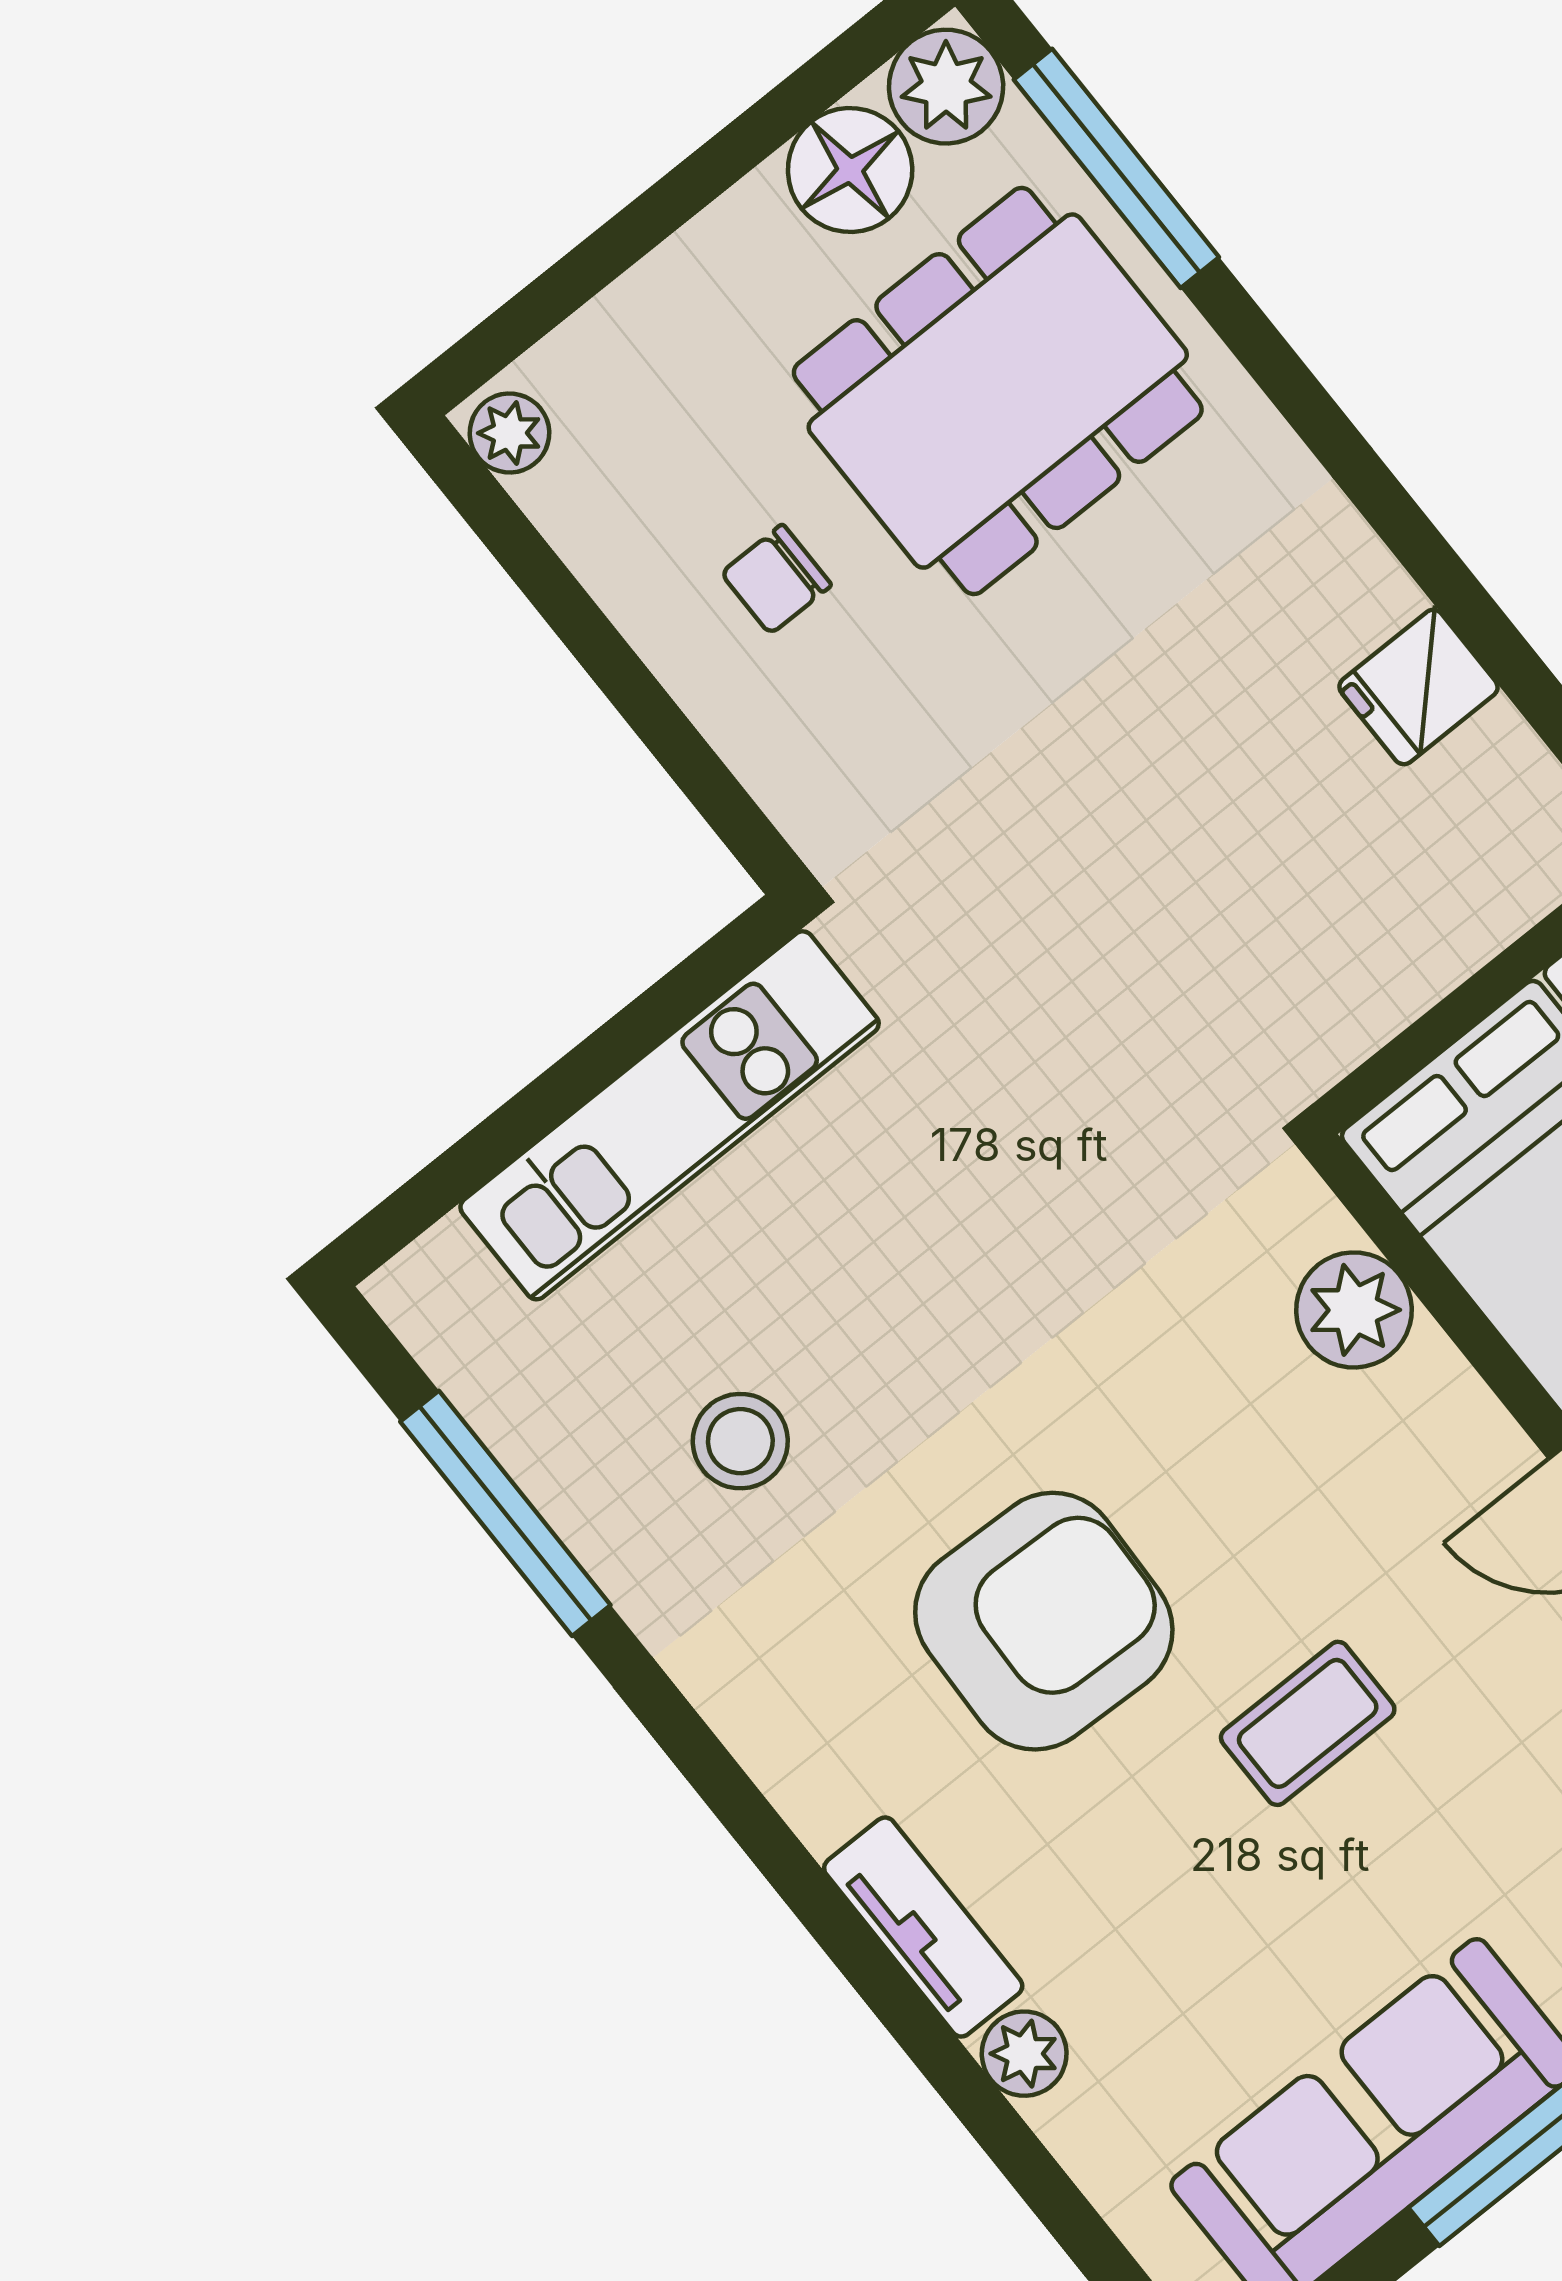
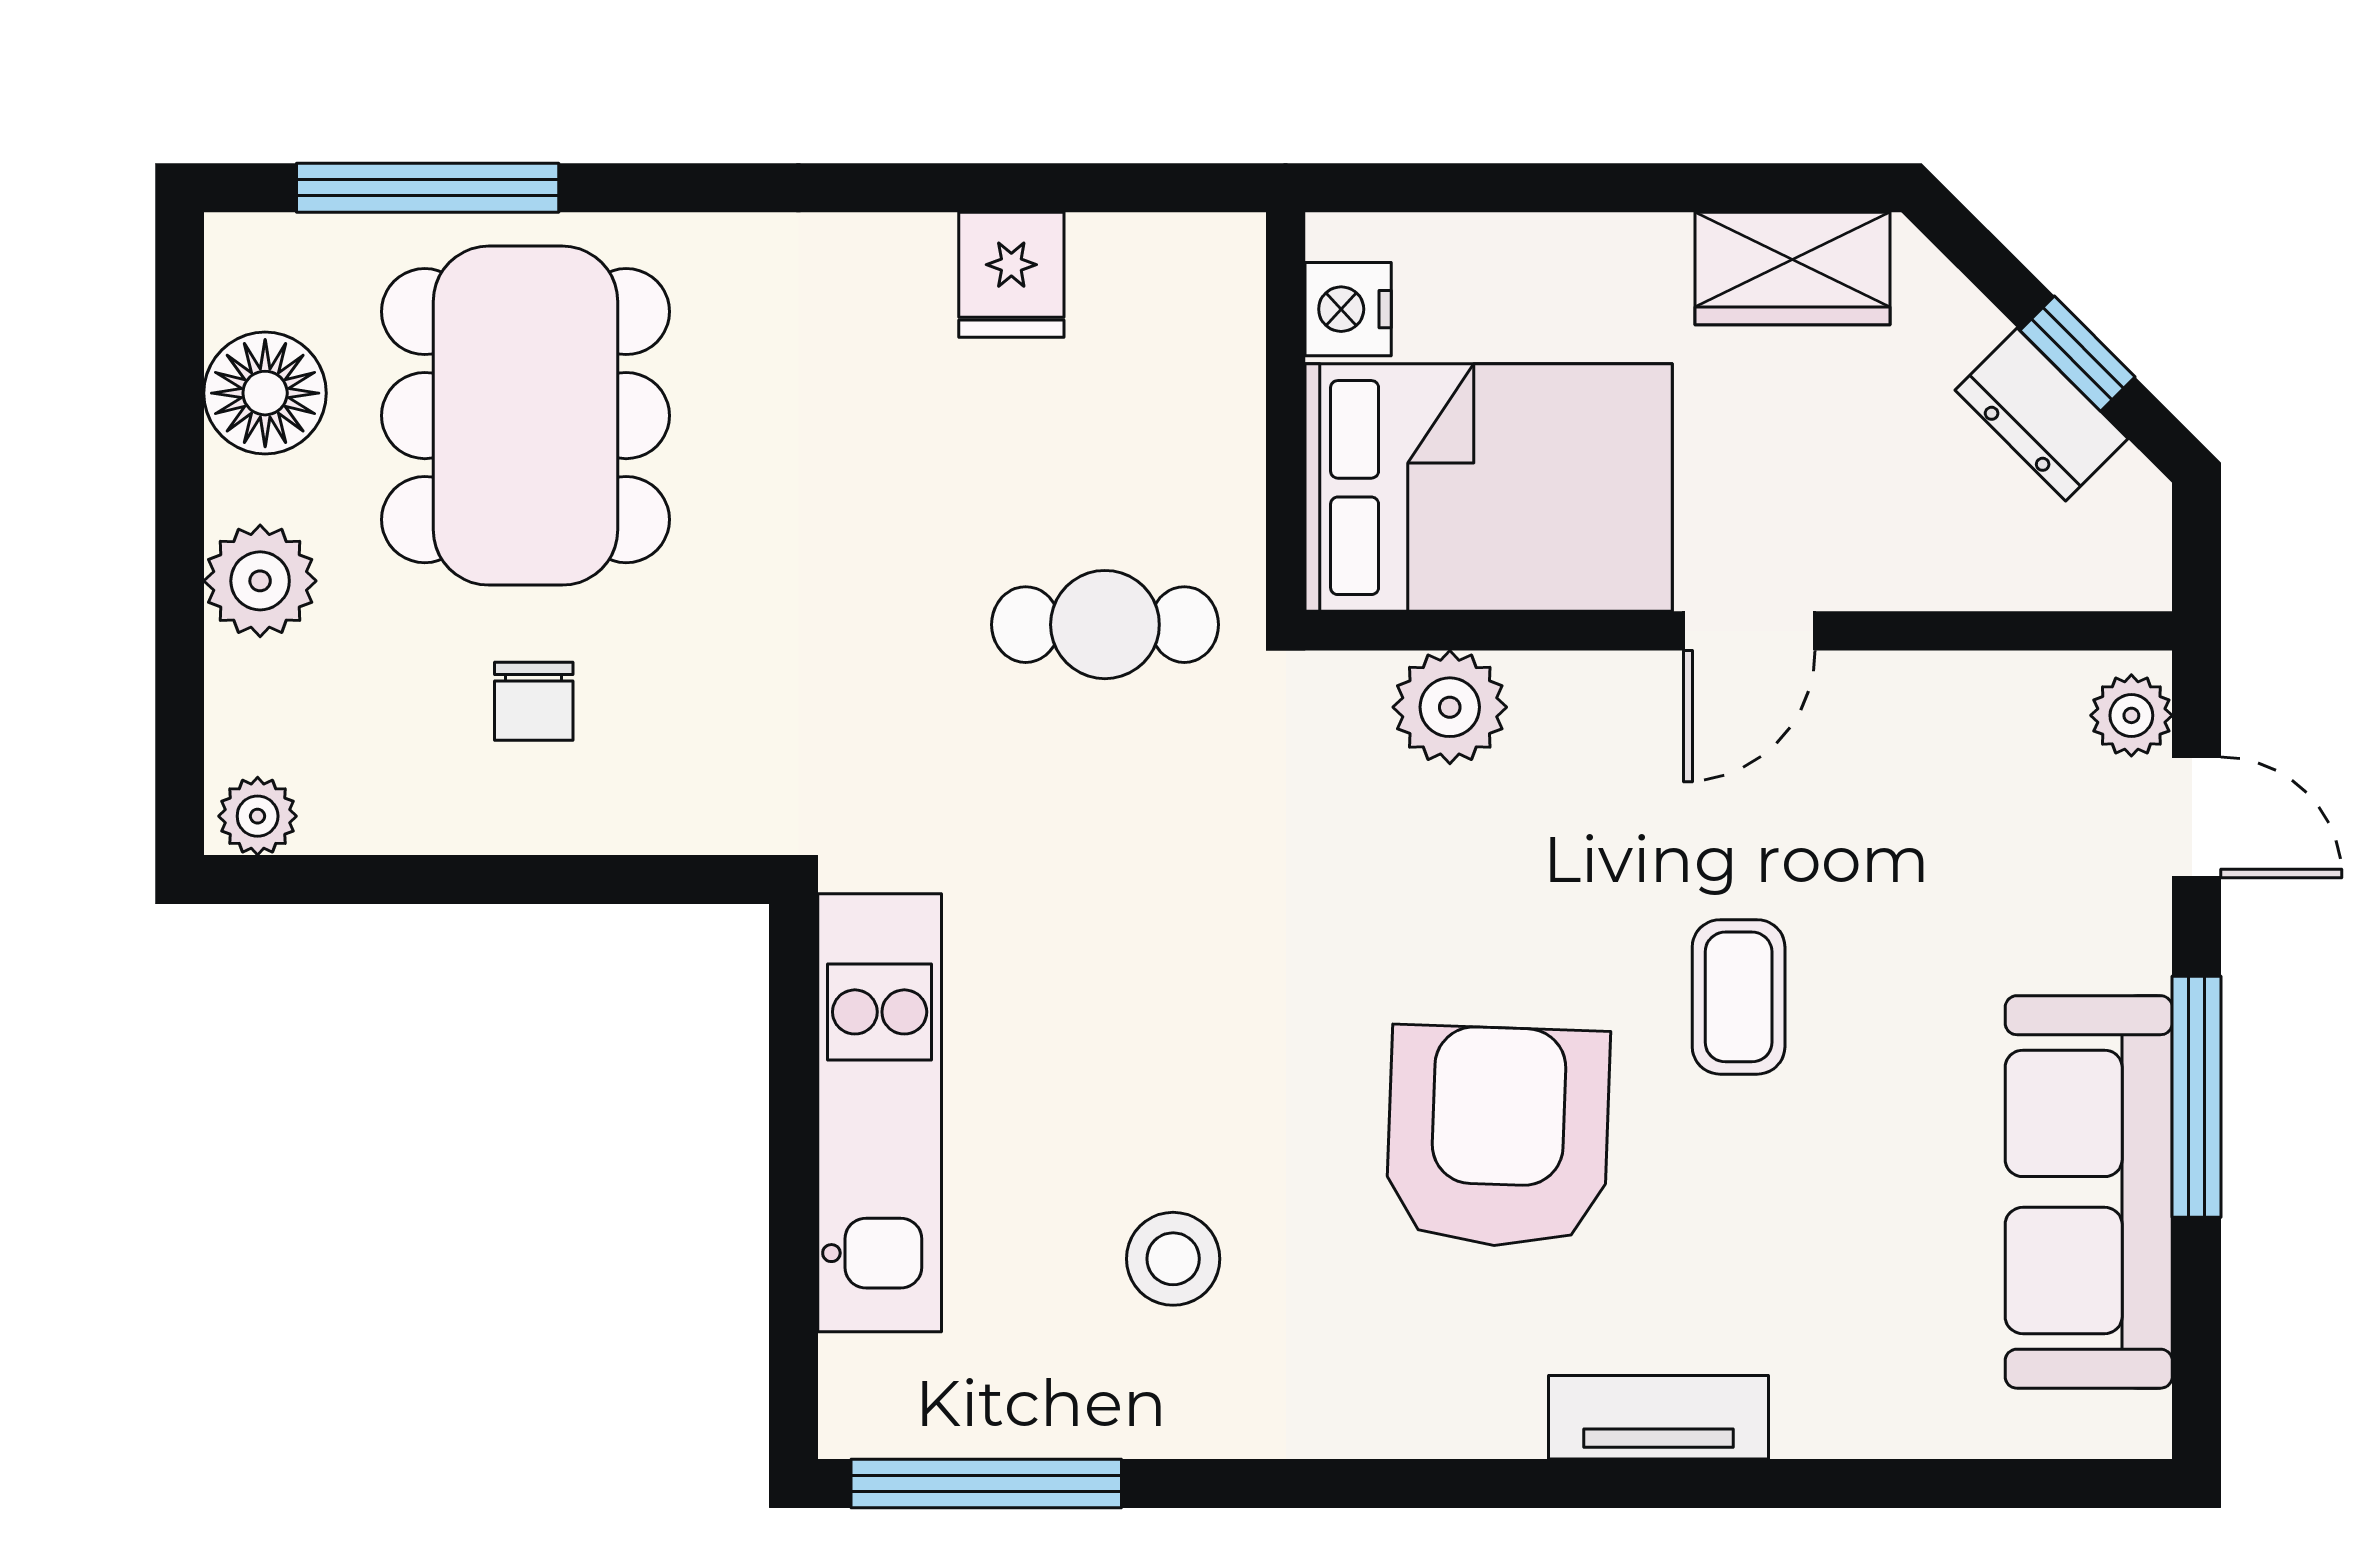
plant: (946, 87) -> (260, 581), moved
cafe table: (1200, 984) -> (1105, 625), added
window: (505, 1513) -> (986, 1484), moved
plant: (1024, 2054) -> (1818, 1418), removed

